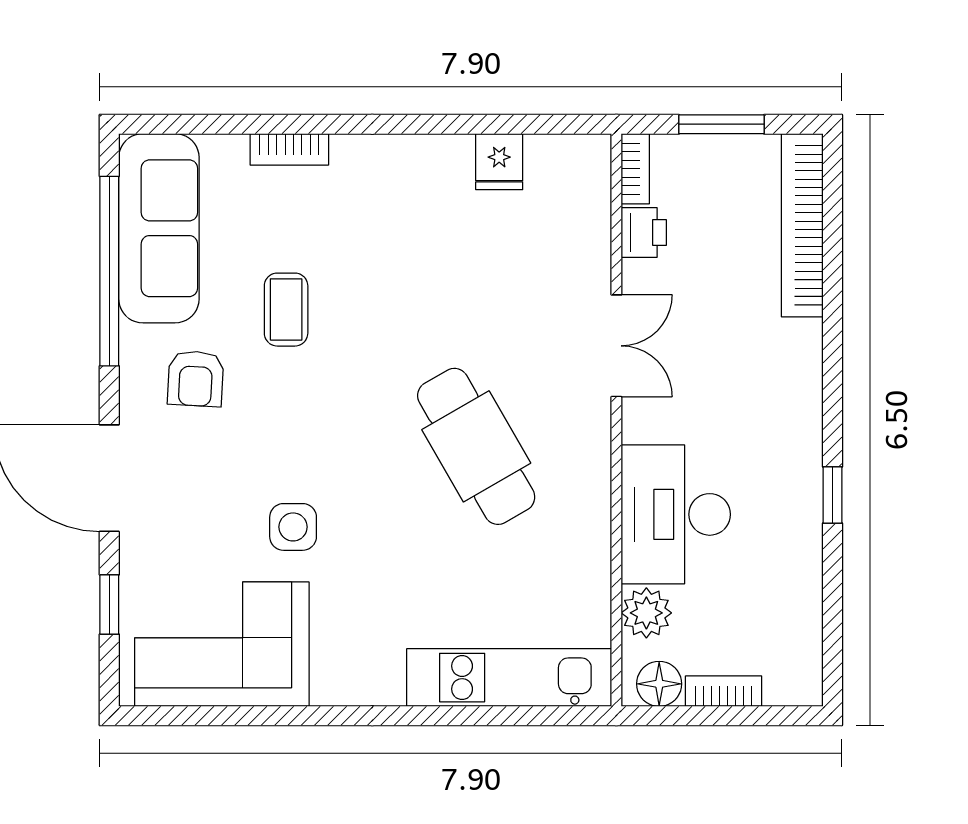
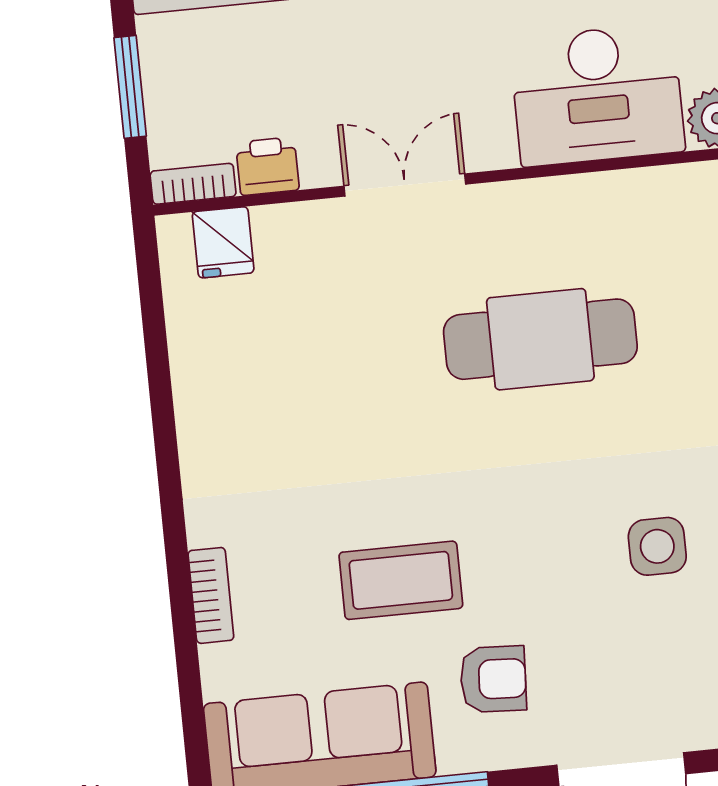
fridge: (499, 162) -> (223, 242), moved, turned 90
coffee table: (286, 310) -> (401, 580), width x1.36, depth x1.30
cafe table: (476, 446) -> (540, 339), turned 30

